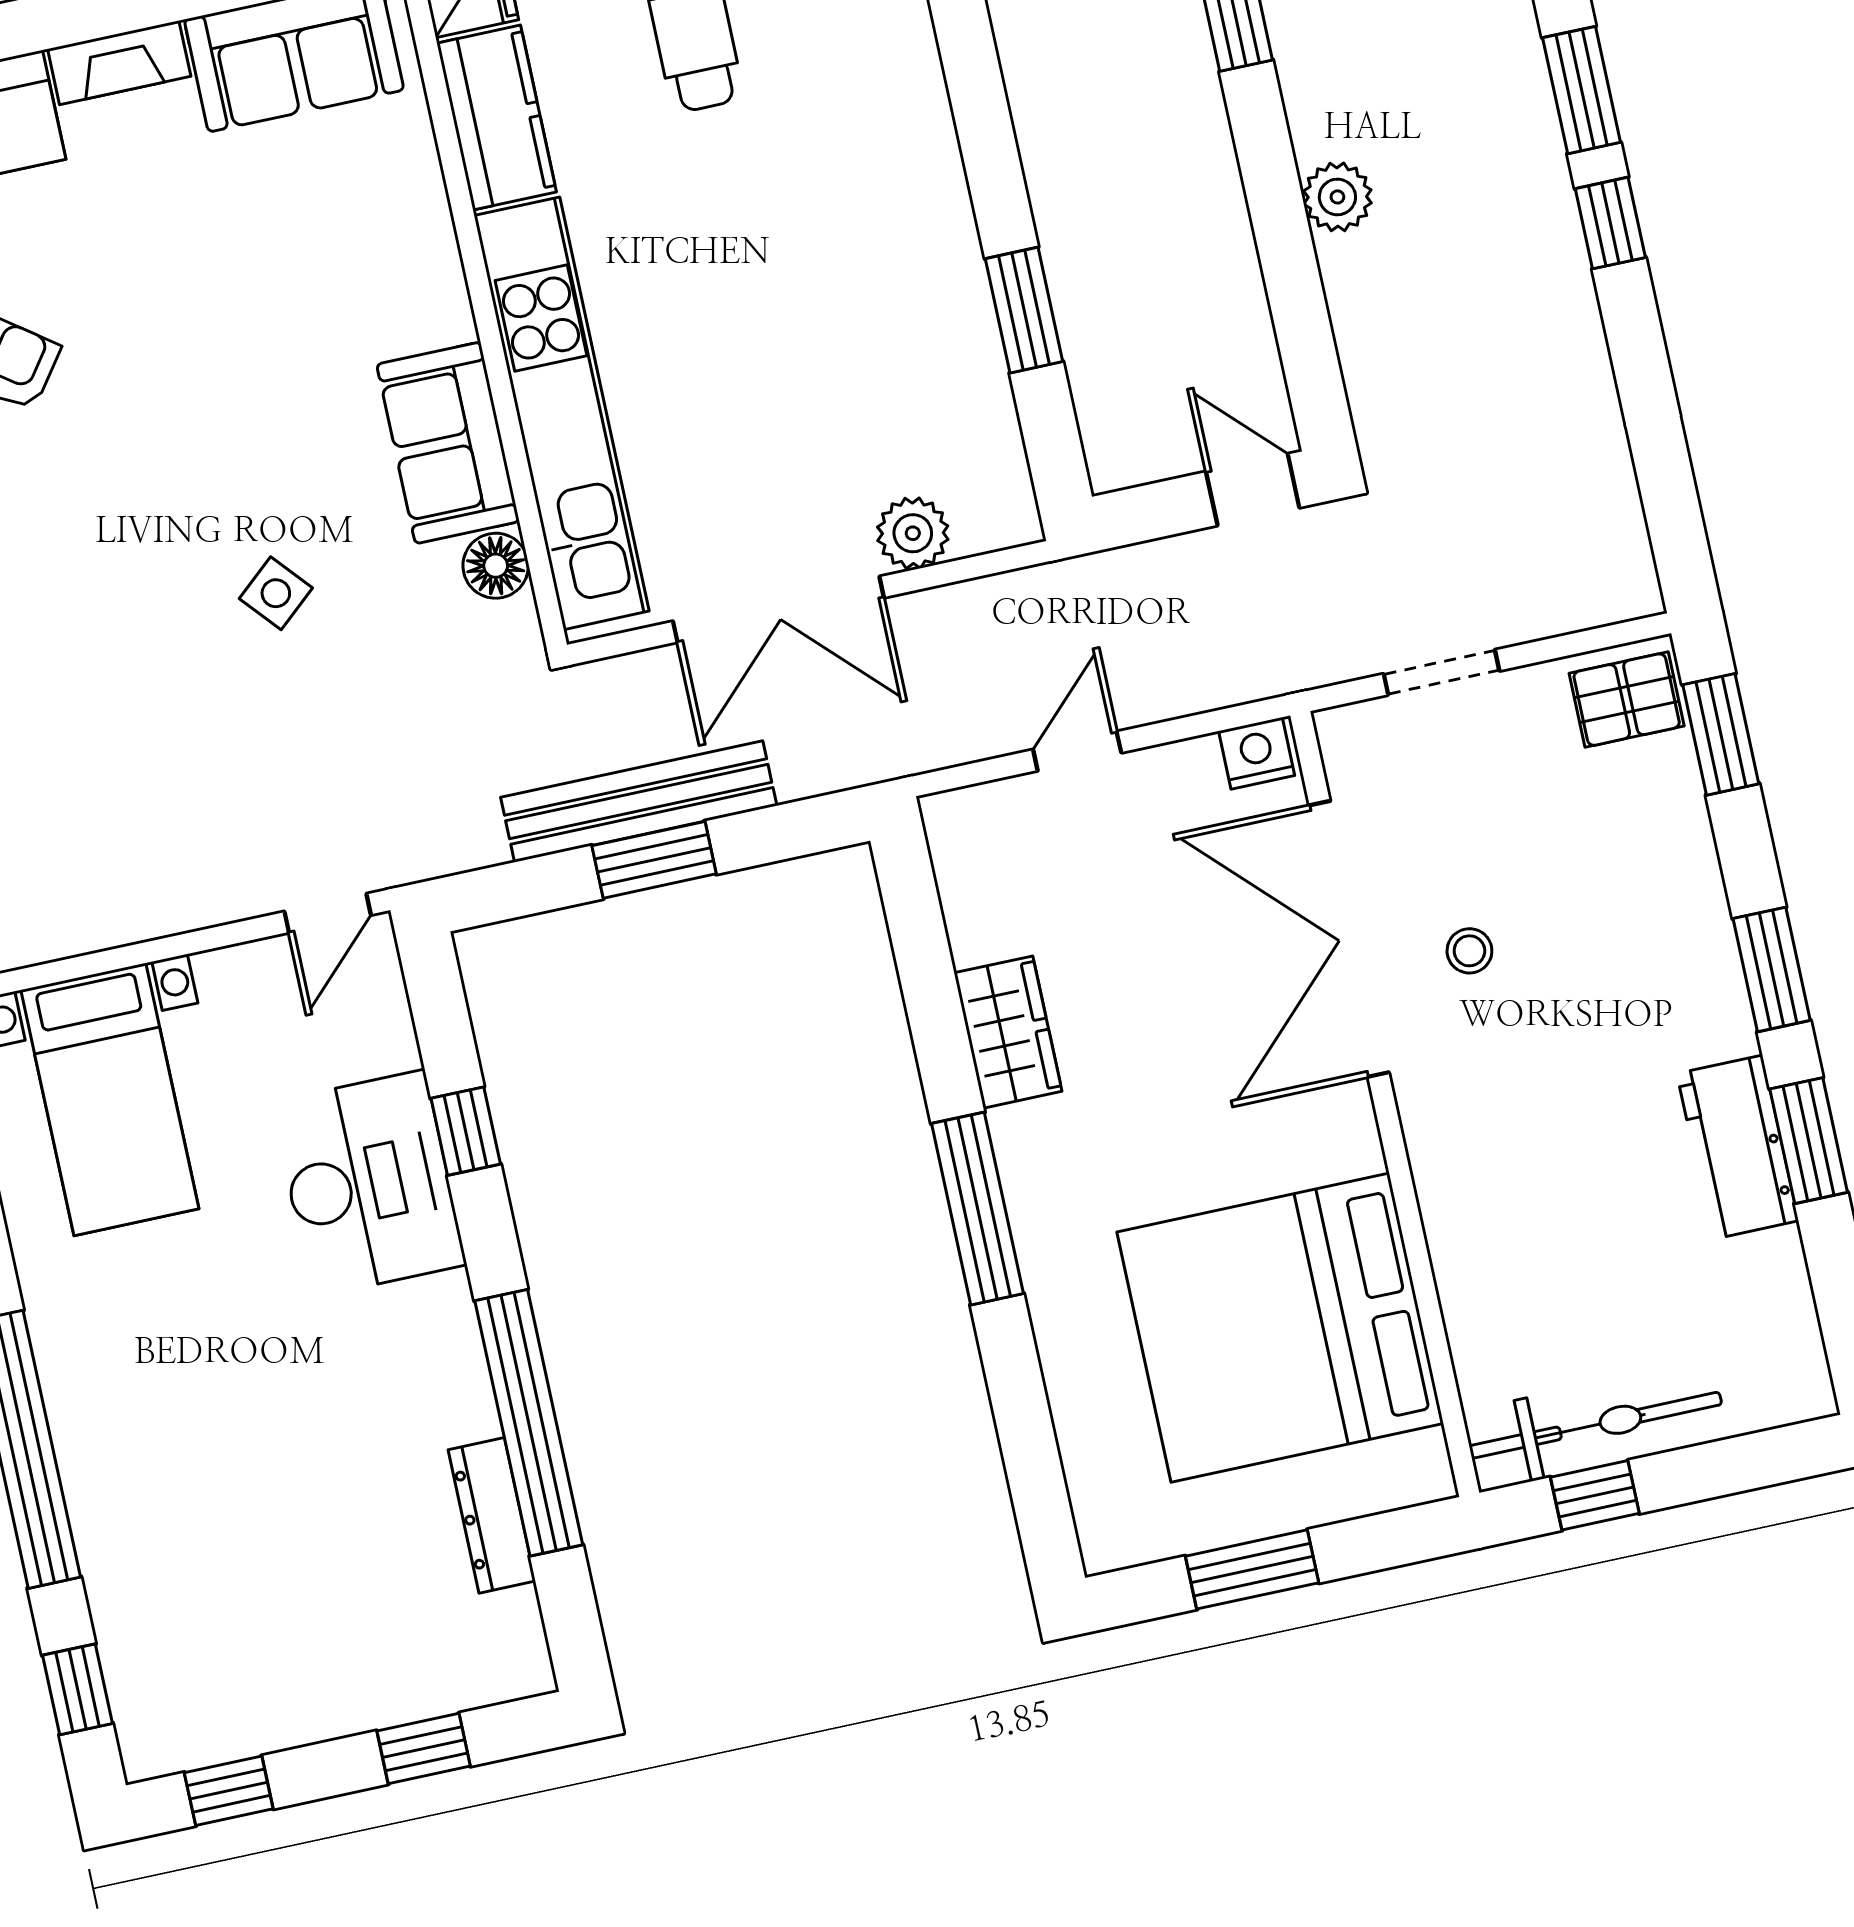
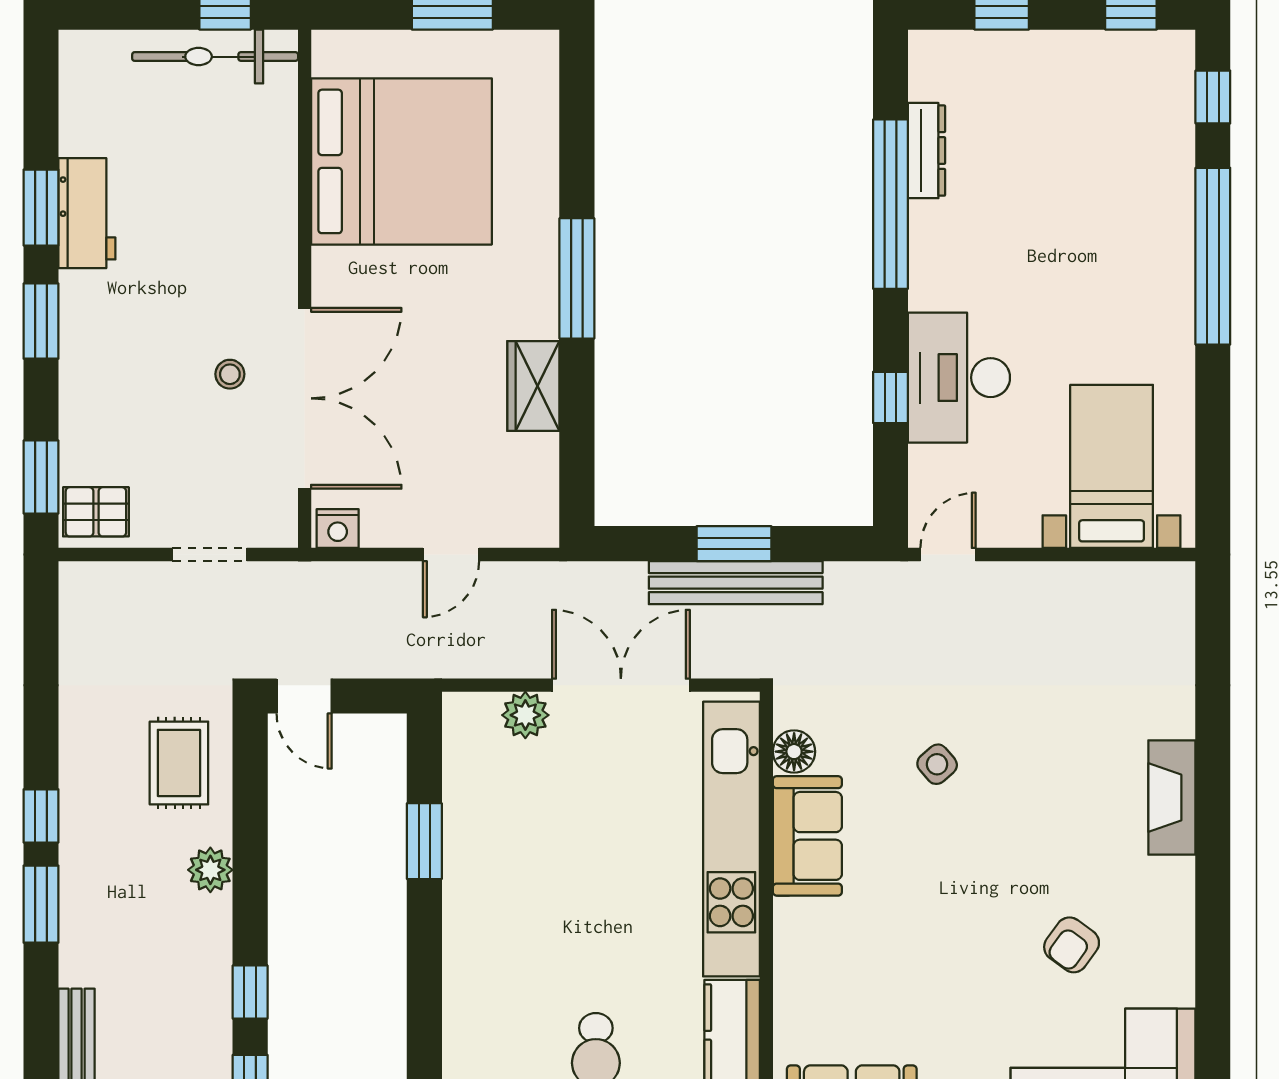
rug: (1420, 348) -> (179, 763), added

